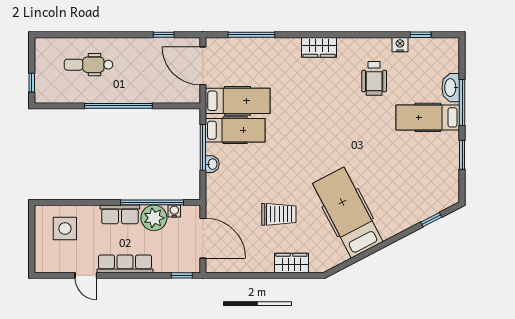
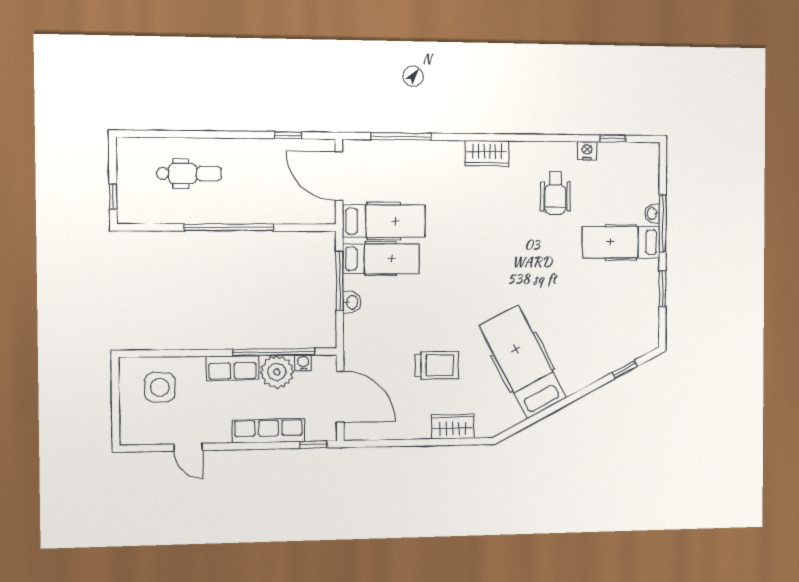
dental chair: (88, 65) -> (189, 173), turned 180
washbasin: (451, 88) -> (652, 214), width x0.52, depth x0.69
row of seats: (125, 264) -> (268, 431), moved

